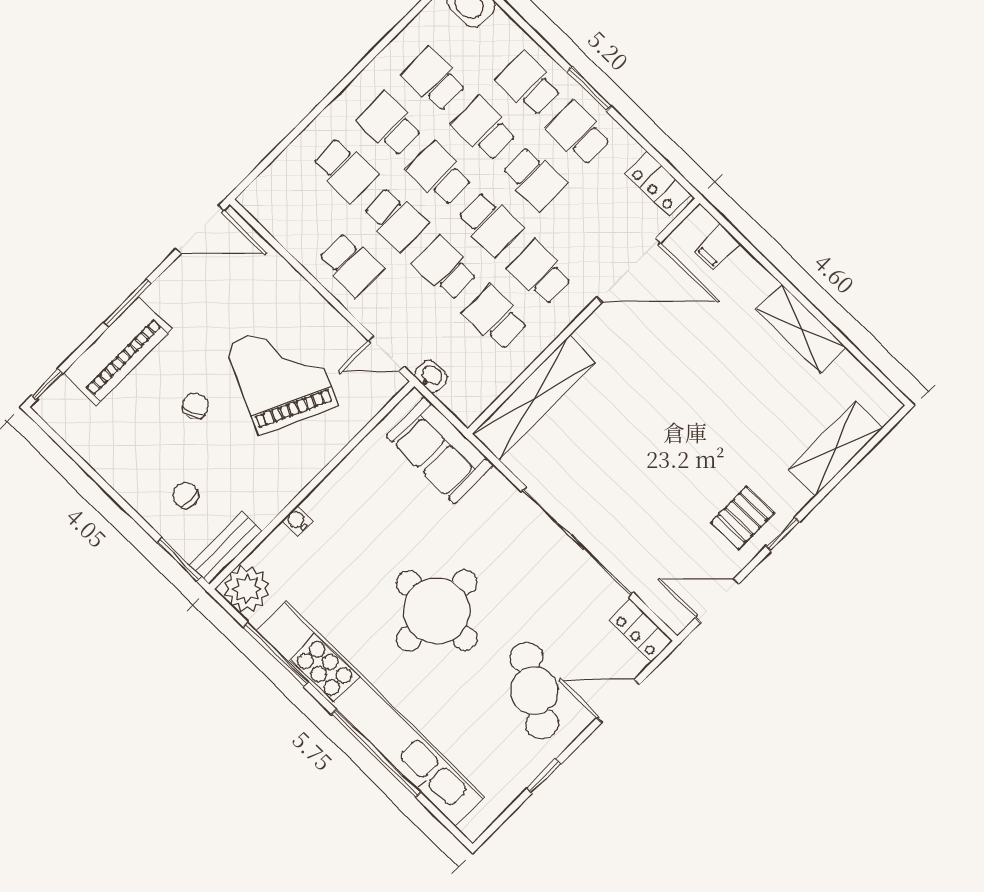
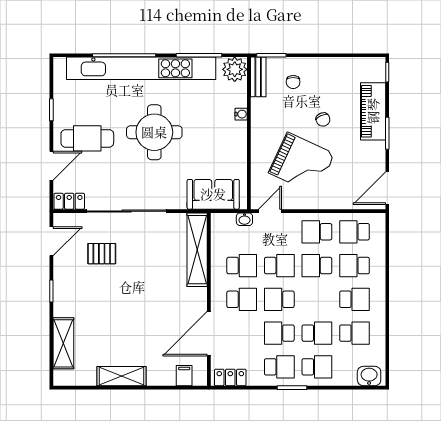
school desk: (440, 174) -> (354, 232), moved, turned 180
chair: (186, 495) -> (293, 82), turned 90
pallet: (743, 518) -> (102, 254), moved, turned 90
cafe table: (534, 691) -> (87, 138), turned -32

